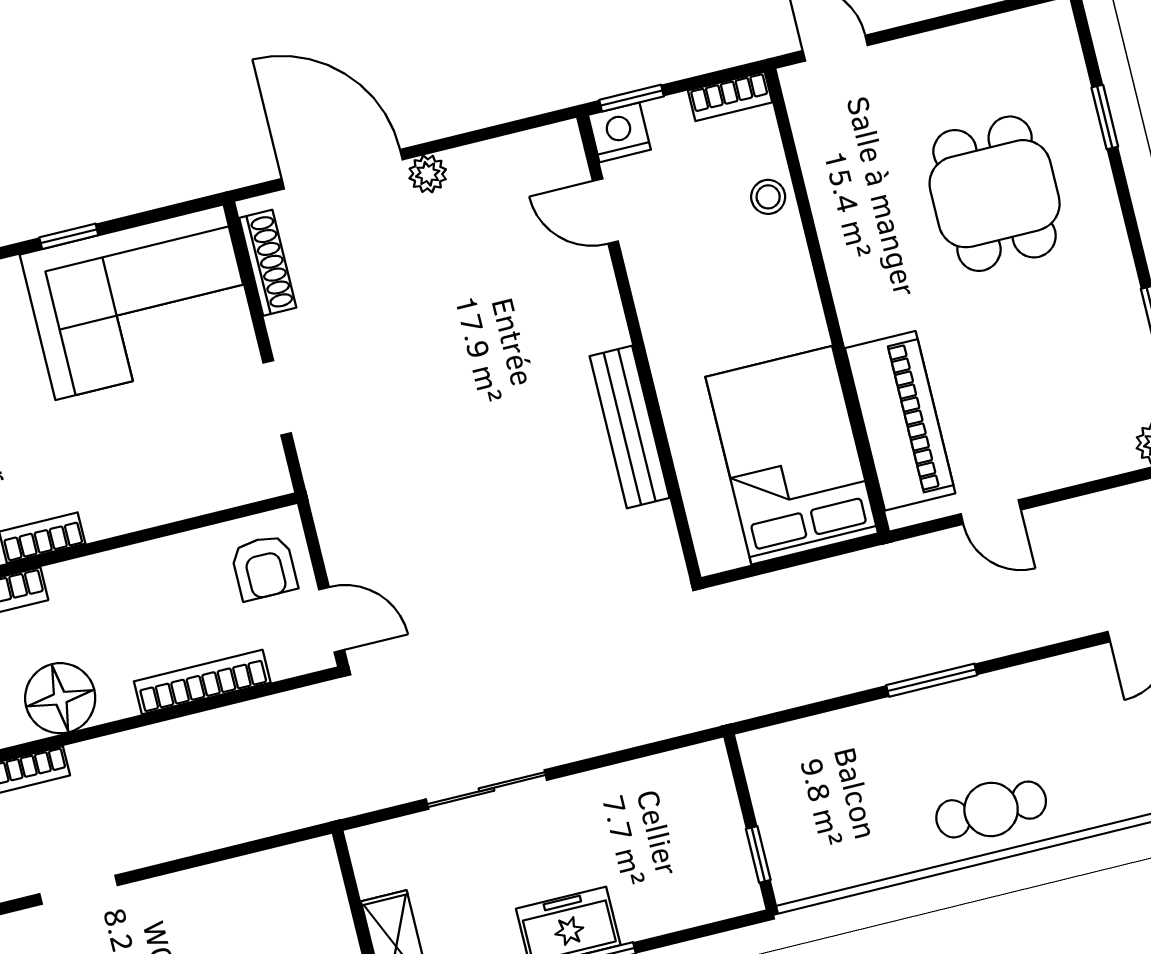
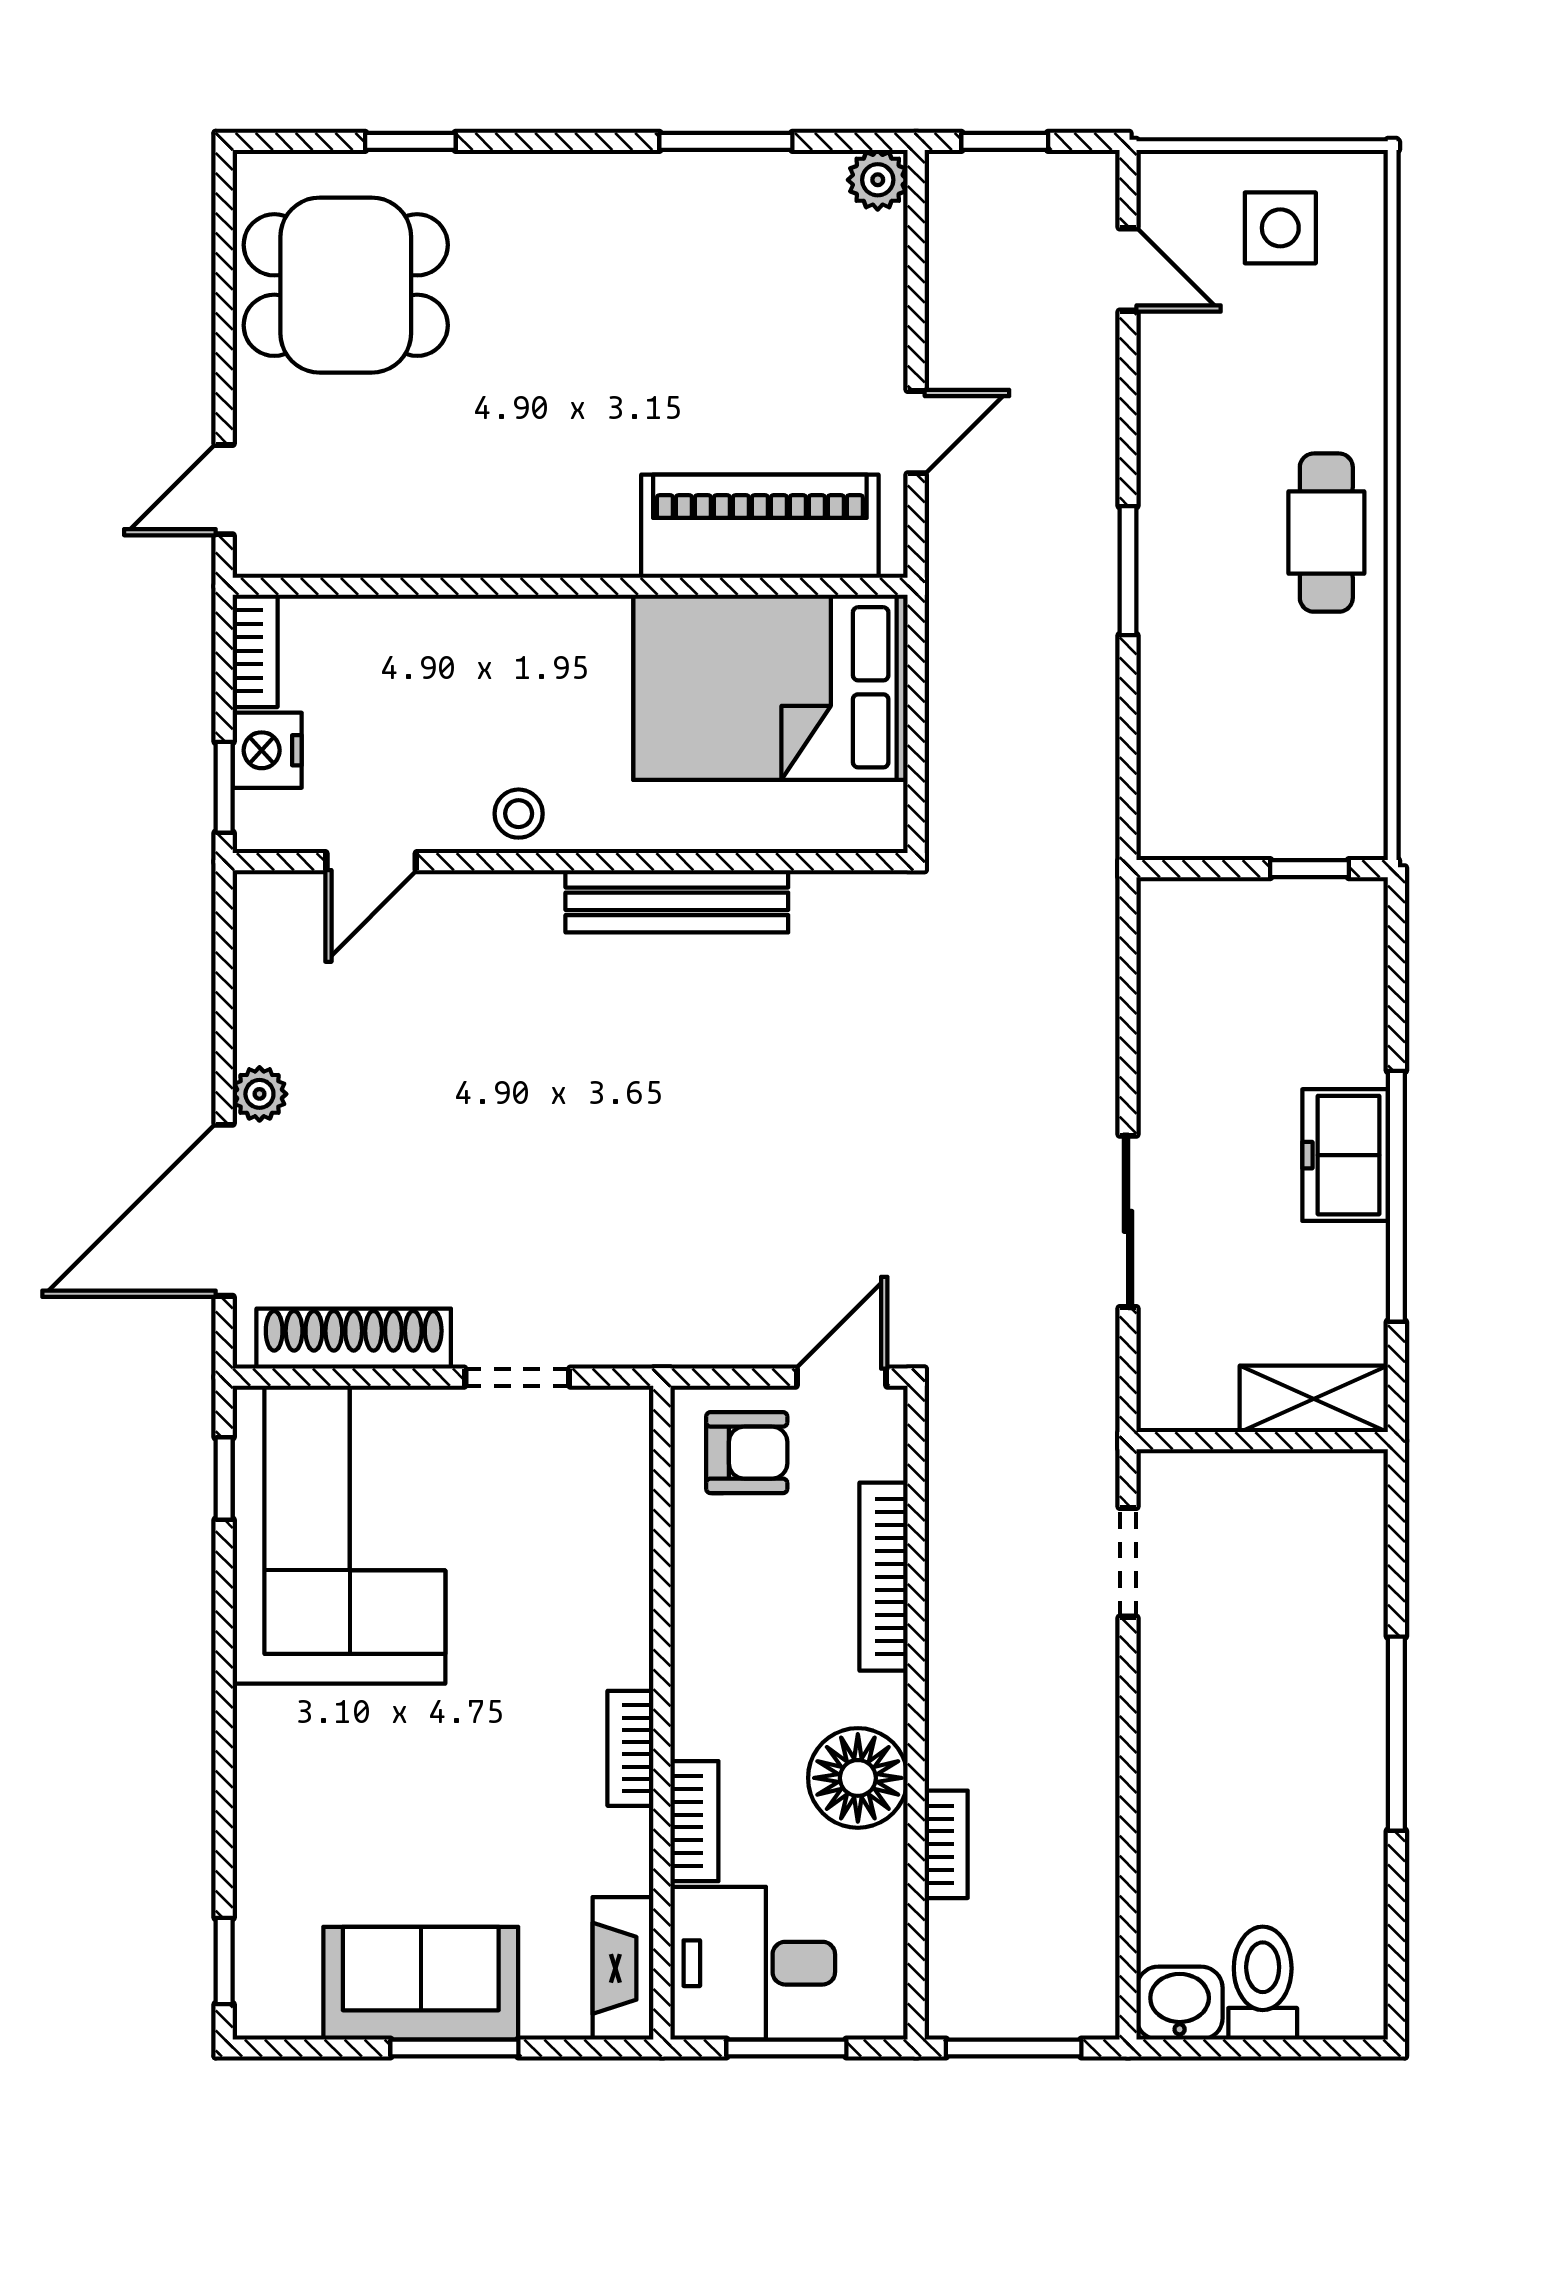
nightstand: (619, 132) -> (267, 750), moved
dining table: (995, 194) -> (346, 285), moved
stool: (768, 197) -> (519, 814), moved
window: (69, 236) -> (224, 1479), moved
shoe rack: (268, 263) -> (354, 1339), width x1.36, depth x1.24
doorway: (79, 890) -> (1128, 1562), moved

